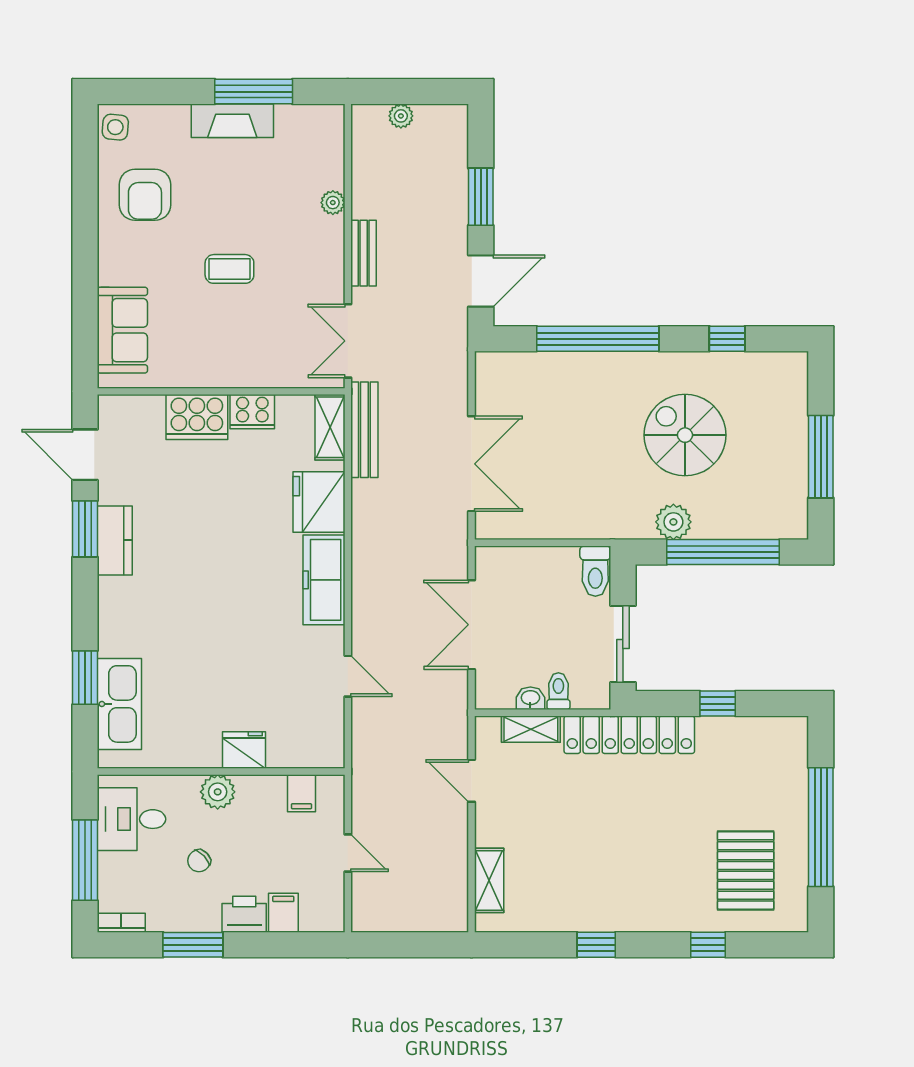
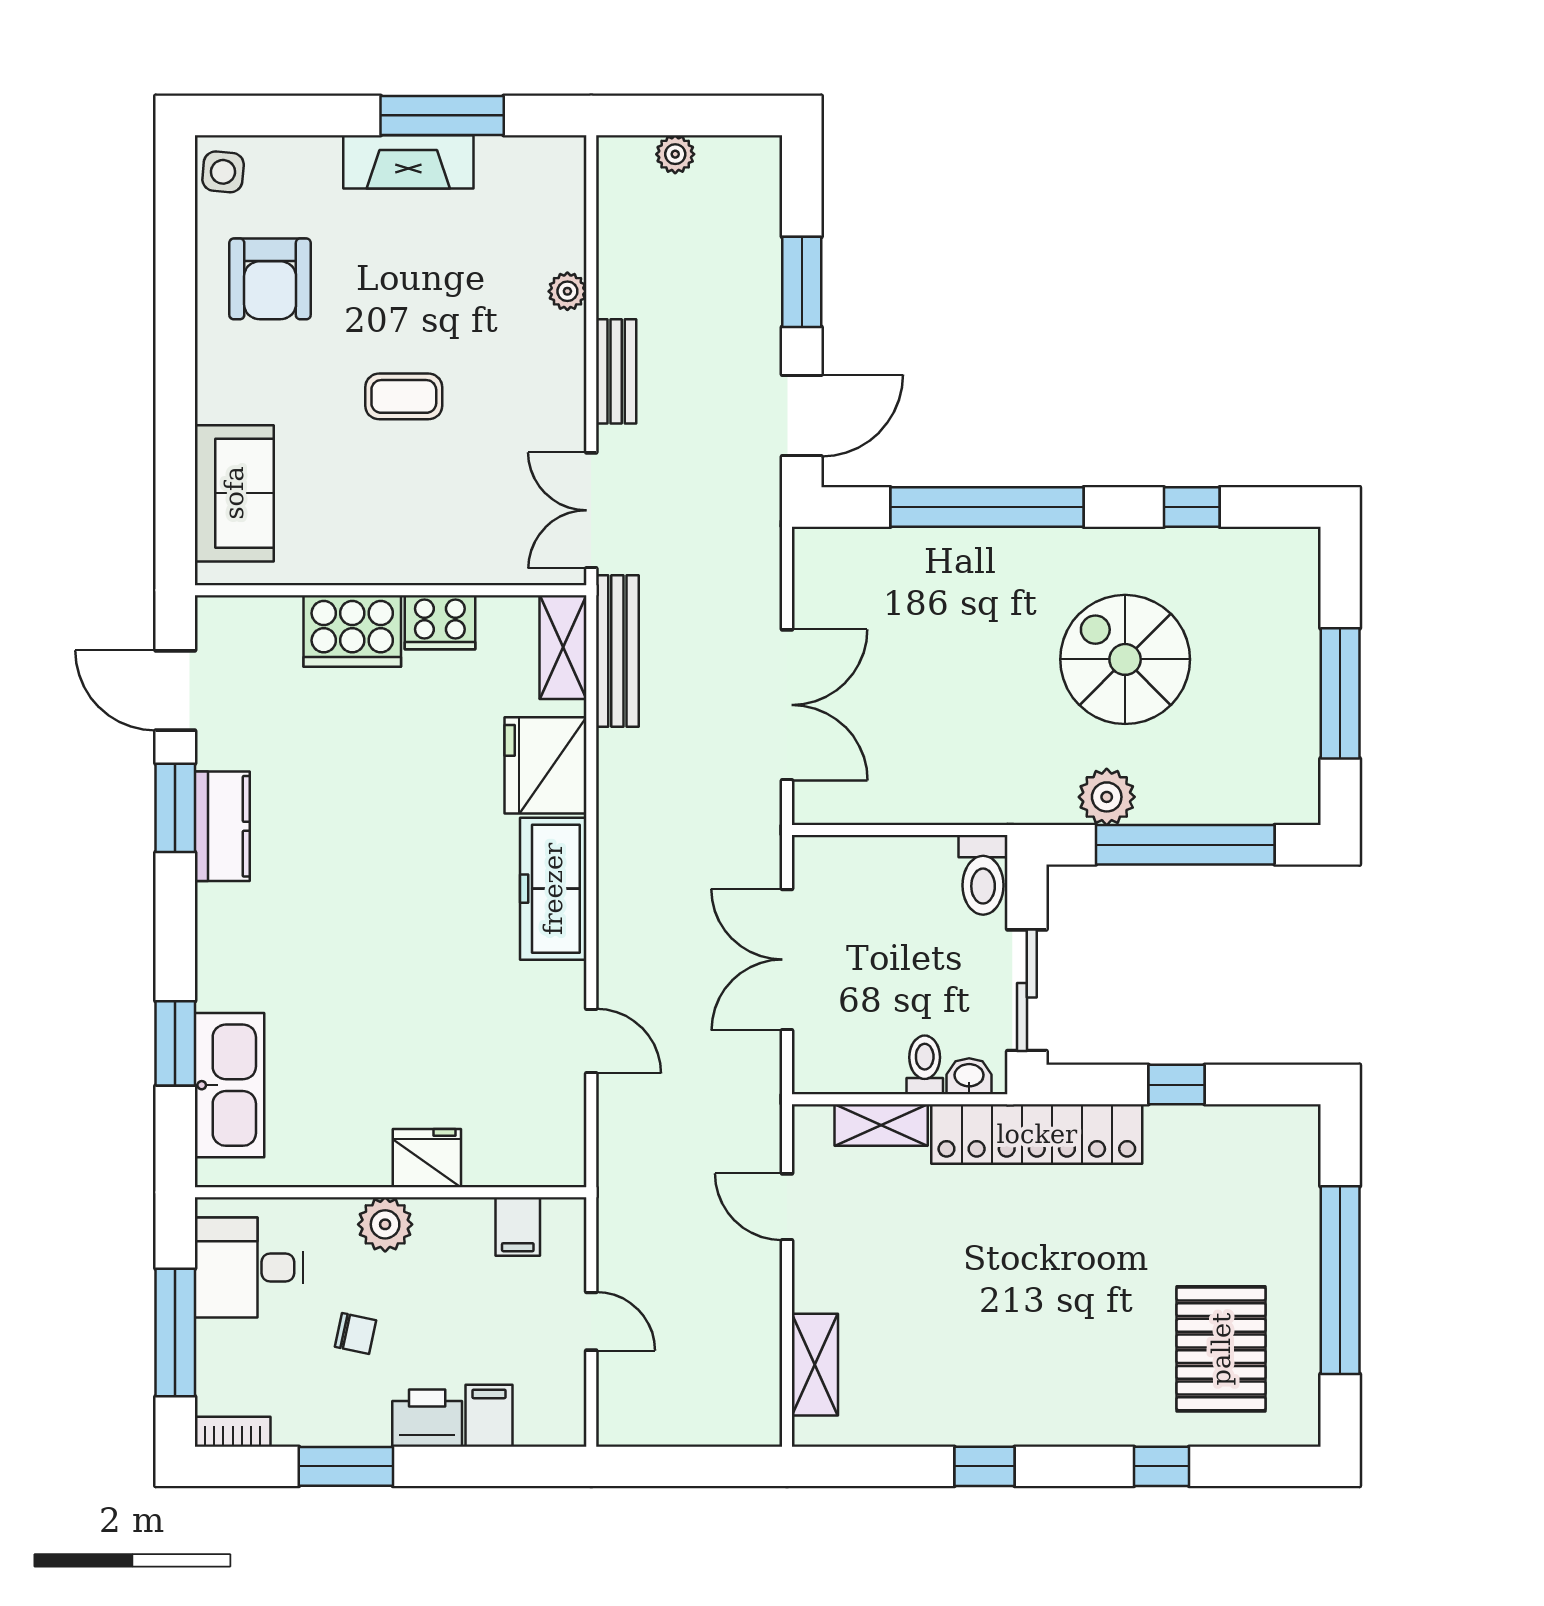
washbasin: (530, 698) -> (969, 1076), moved
chair: (199, 861) -> (355, 1333), turned -124

